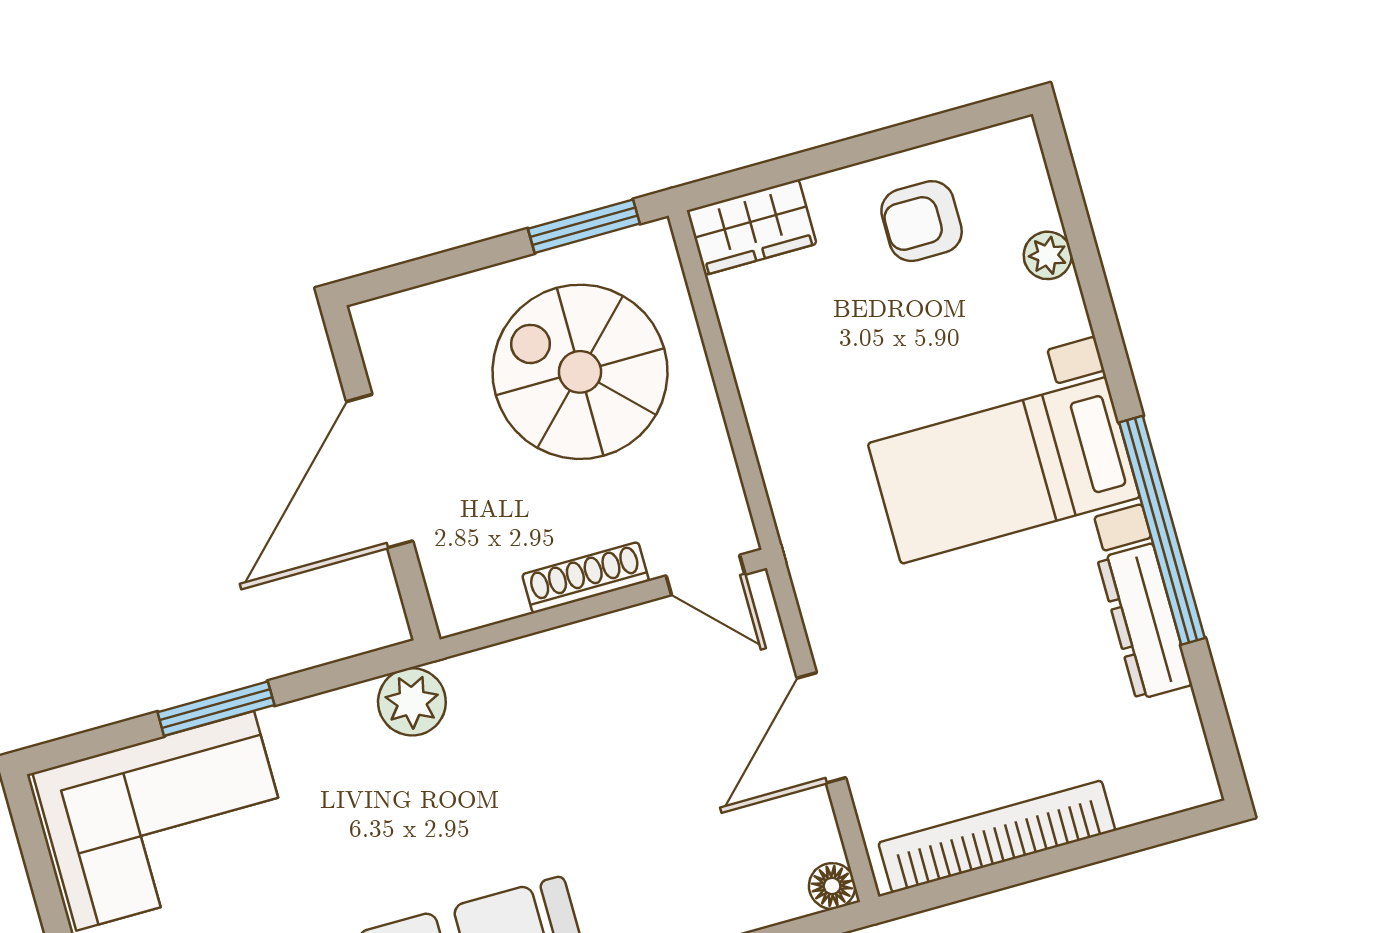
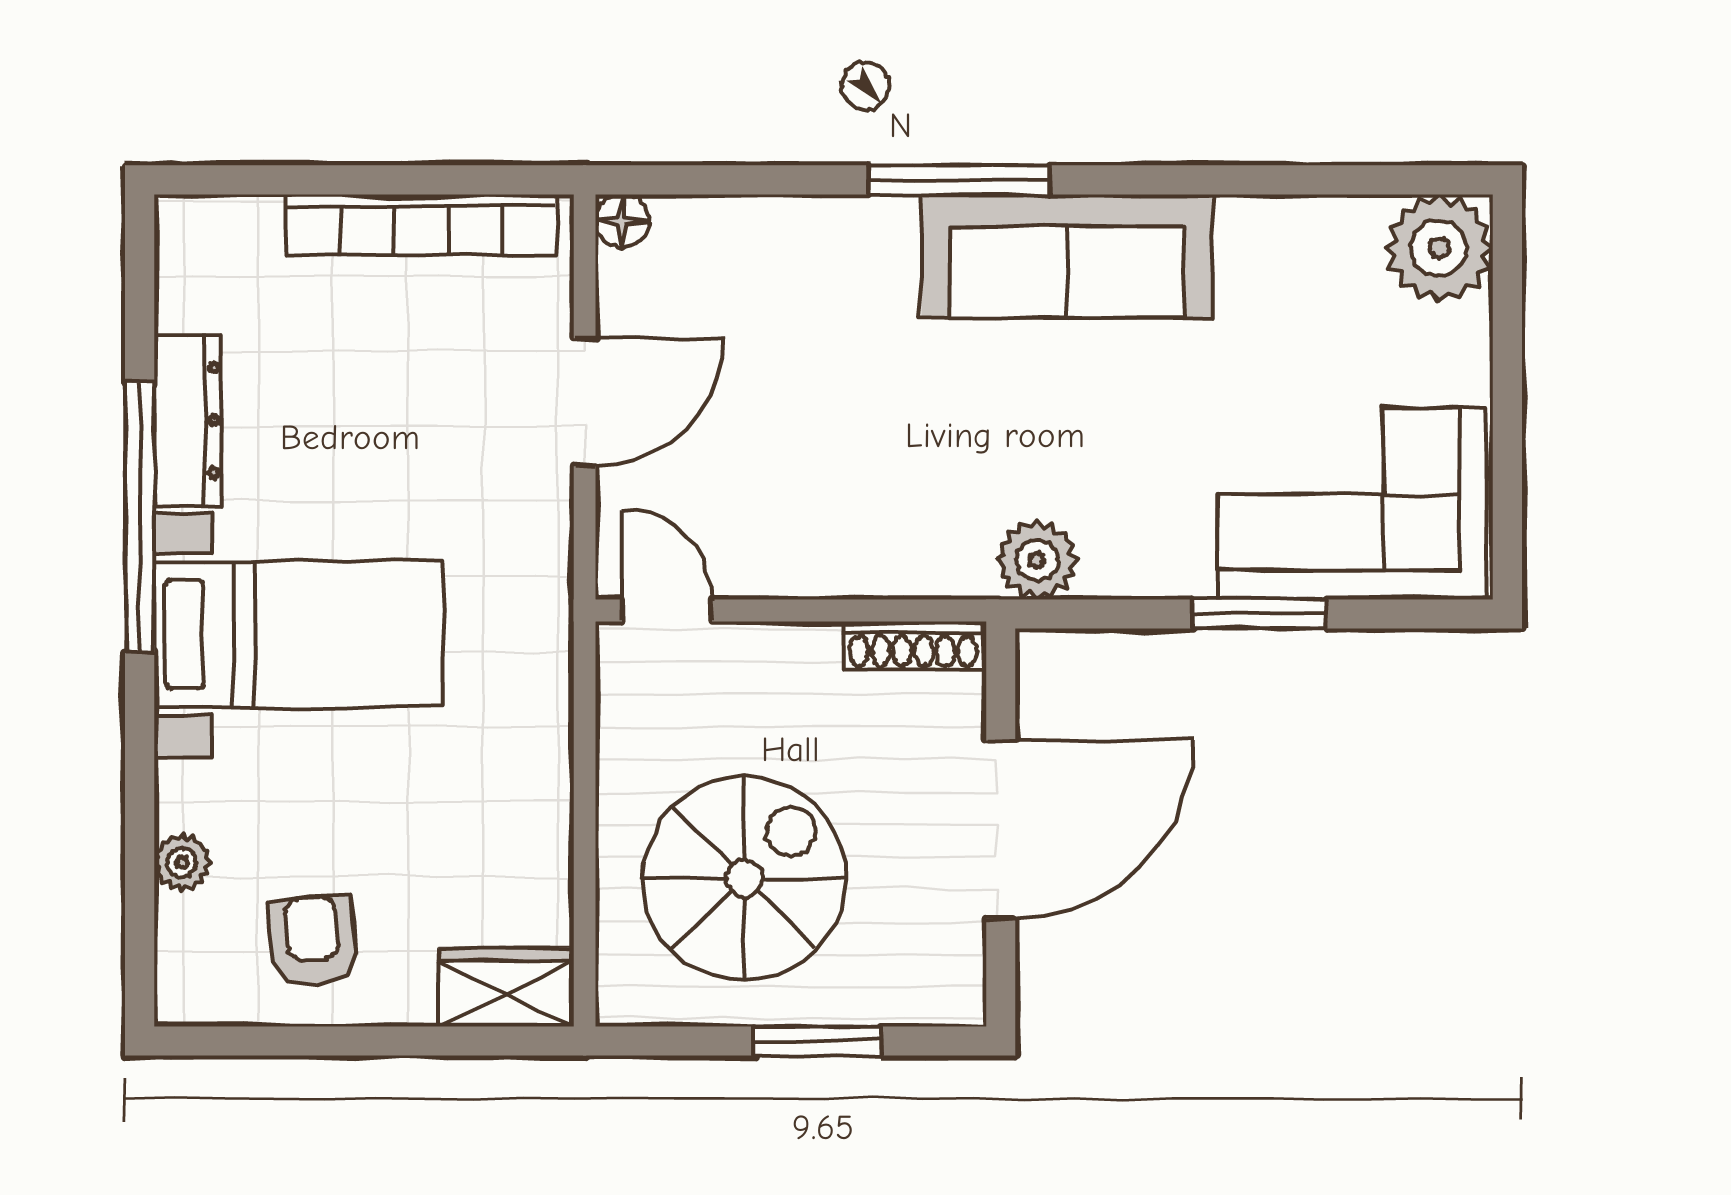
armchair: (922, 221) -> (313, 941), turned -96
window: (584, 226) -> (818, 1041), moved
spiral stairs: (580, 372) -> (744, 878), turned -90
shoe rack: (586, 578) -> (913, 645), moved

